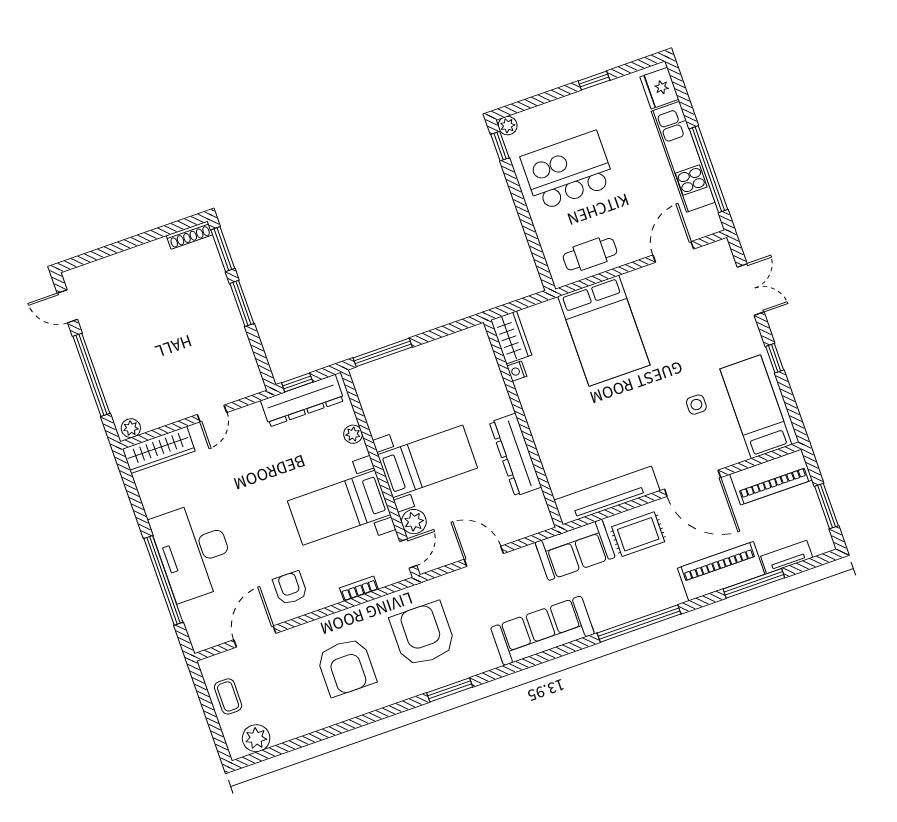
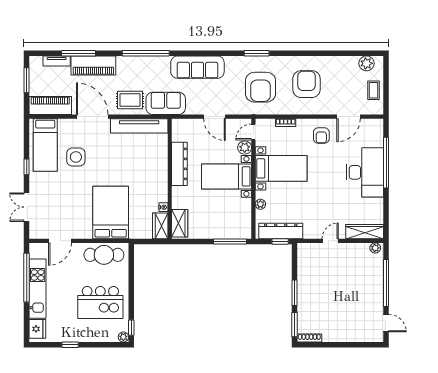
cafe table: (590, 254) -> (104, 255), width x1.37, depth x1.35
wardrobe: (479, 354) -> (180, 223), added
side table: (696, 405) -> (76, 157), width x1.87, depth x1.87

